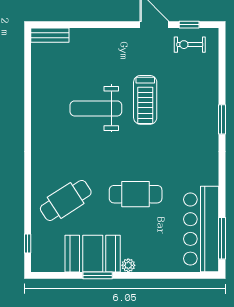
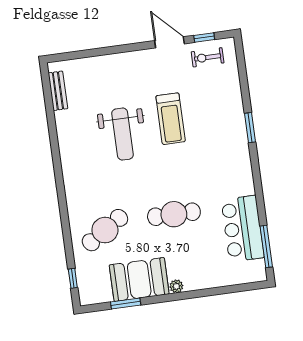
bench: (50, 35) -> (58, 91), moved, turned 90
weight bench: (96, 108) -> (123, 134), turned -90
bar counter: (201, 229) -> (243, 229), width x0.73
window: (98, 275) -> (126, 304), moved

